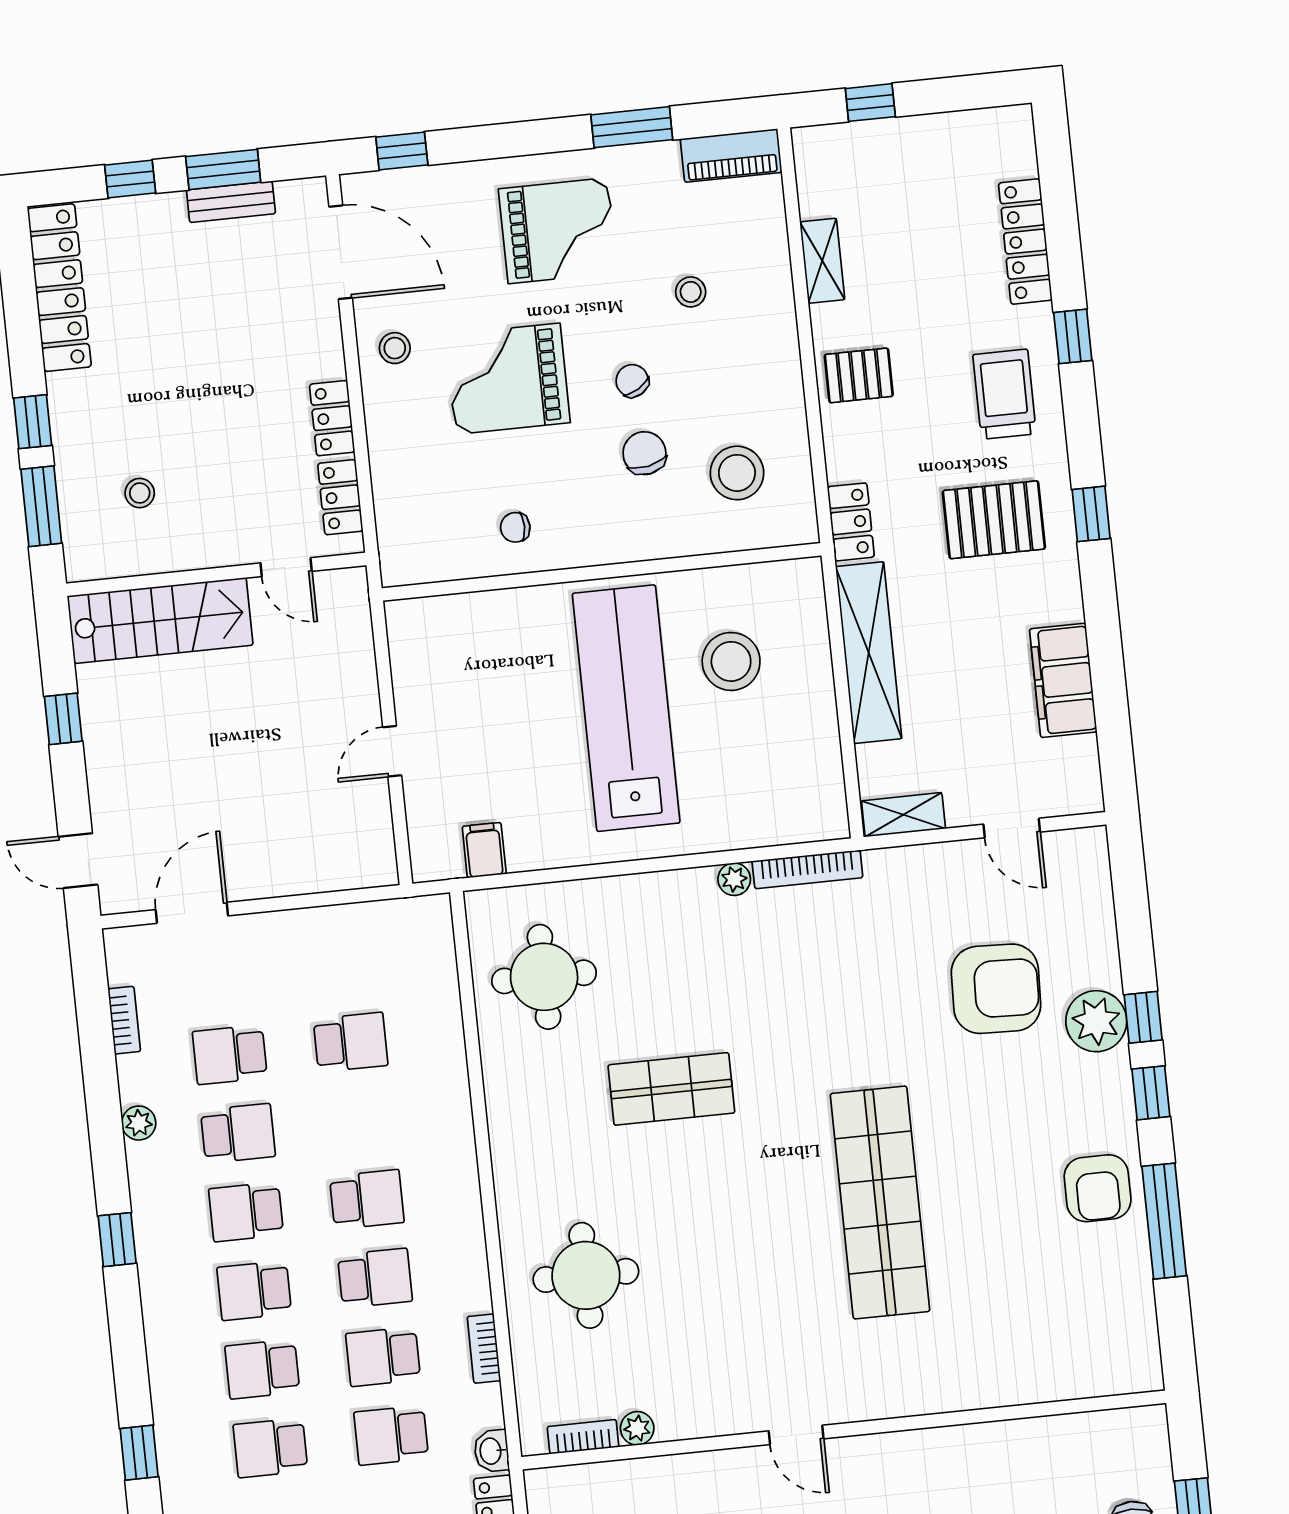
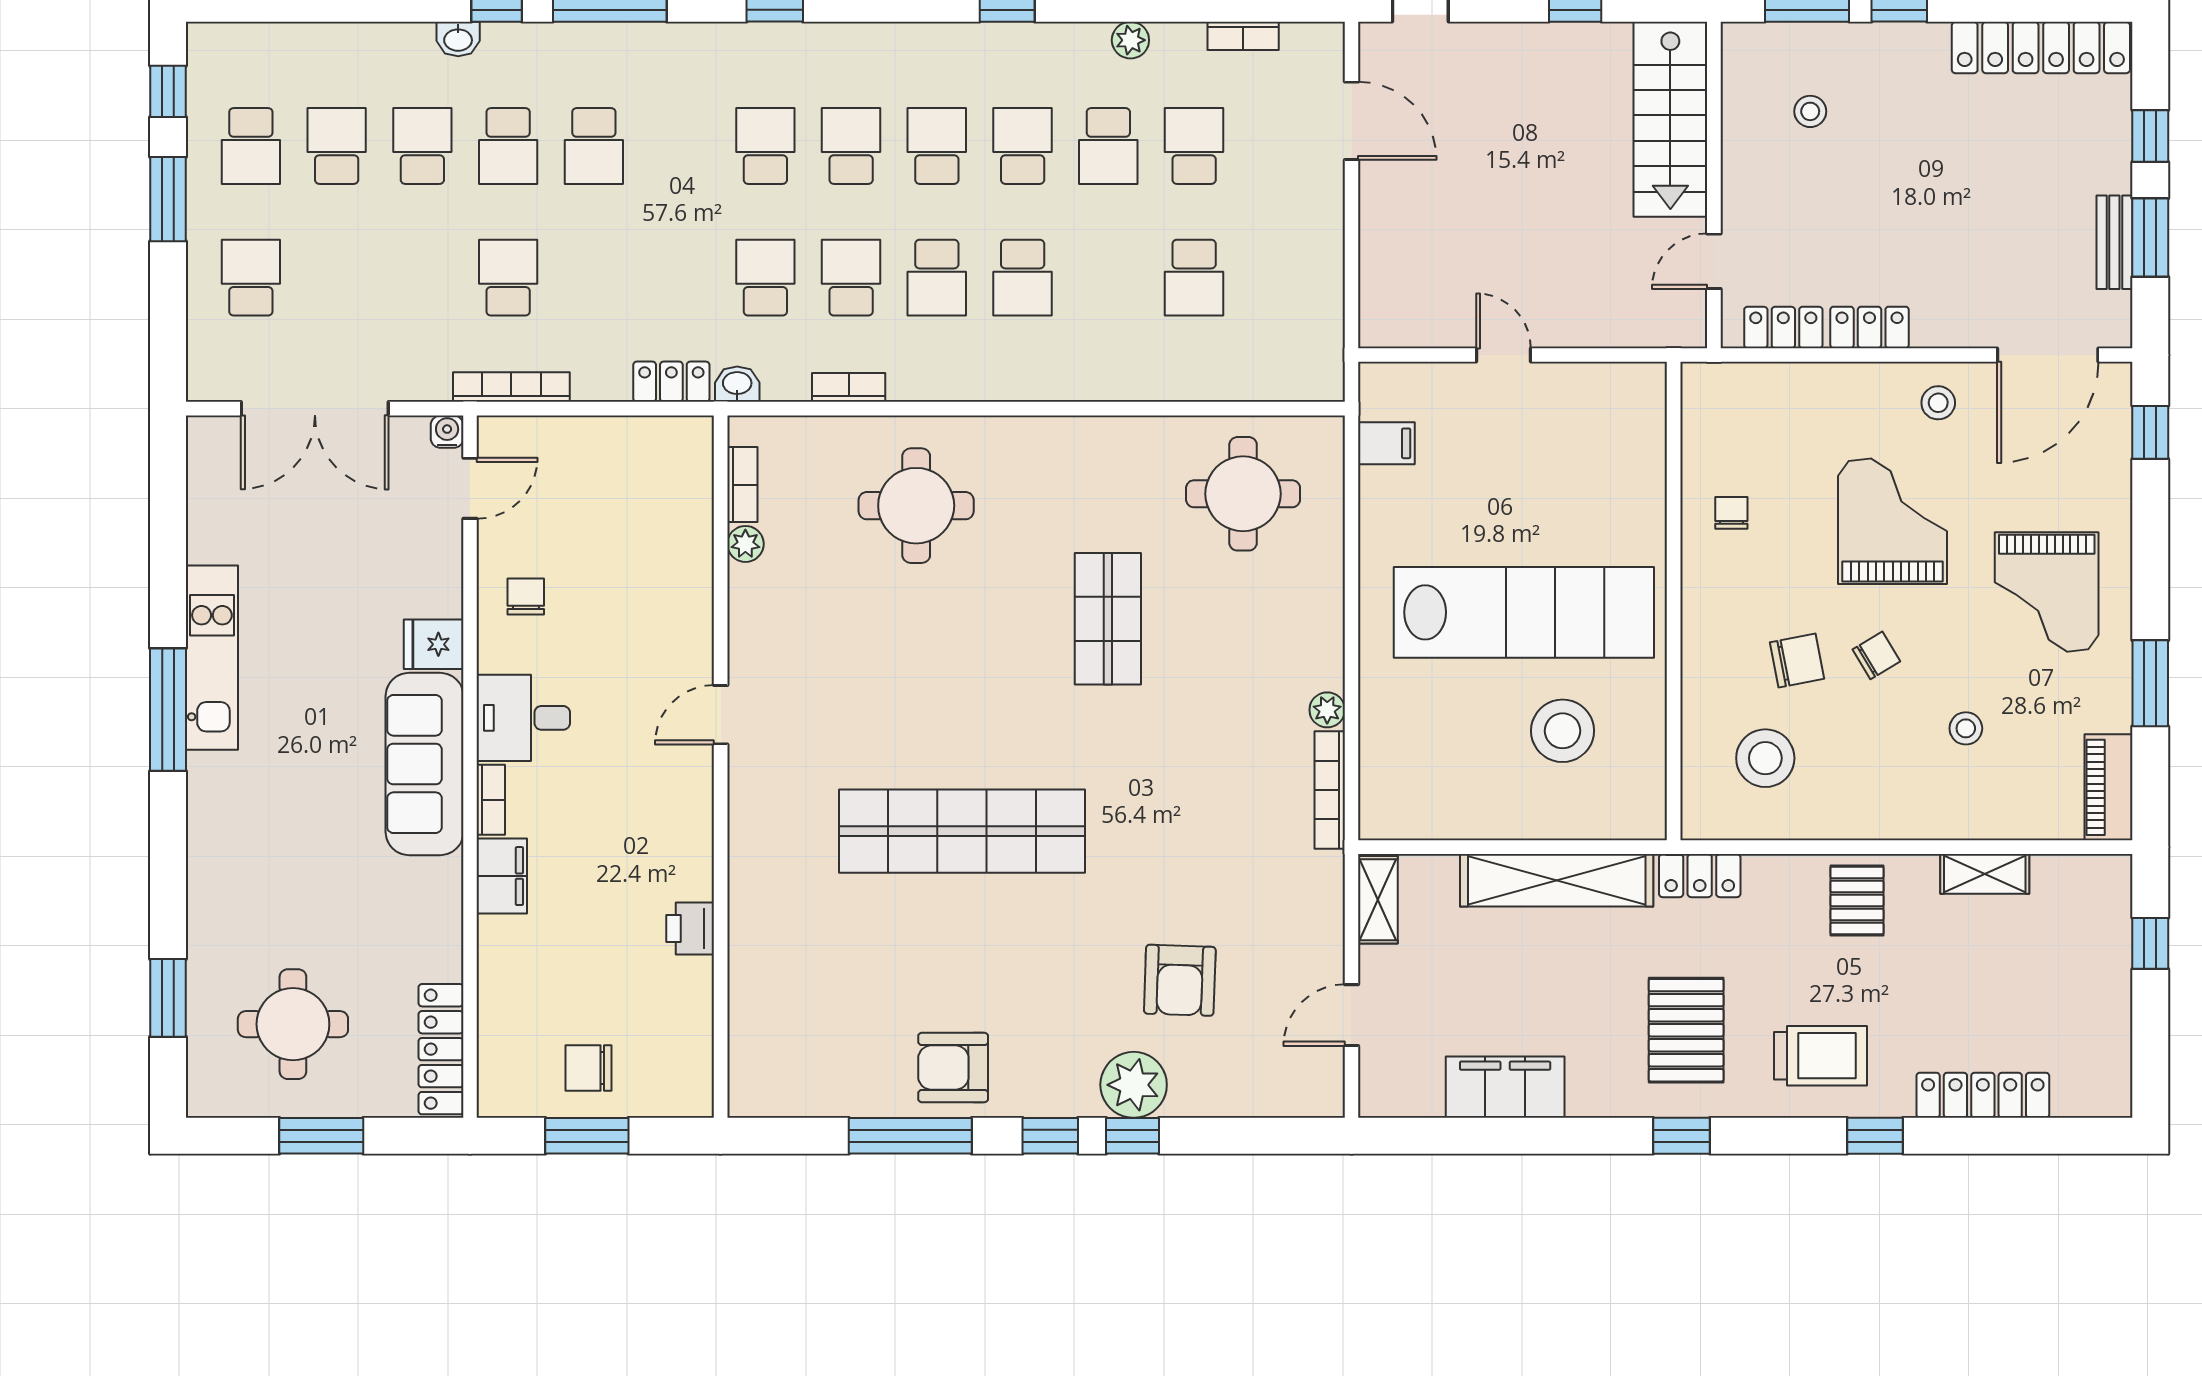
armchair: (996, 989) -> (1180, 980), width x0.73, depth x0.73
printer: (995, 1443) -> (690, 929), added

